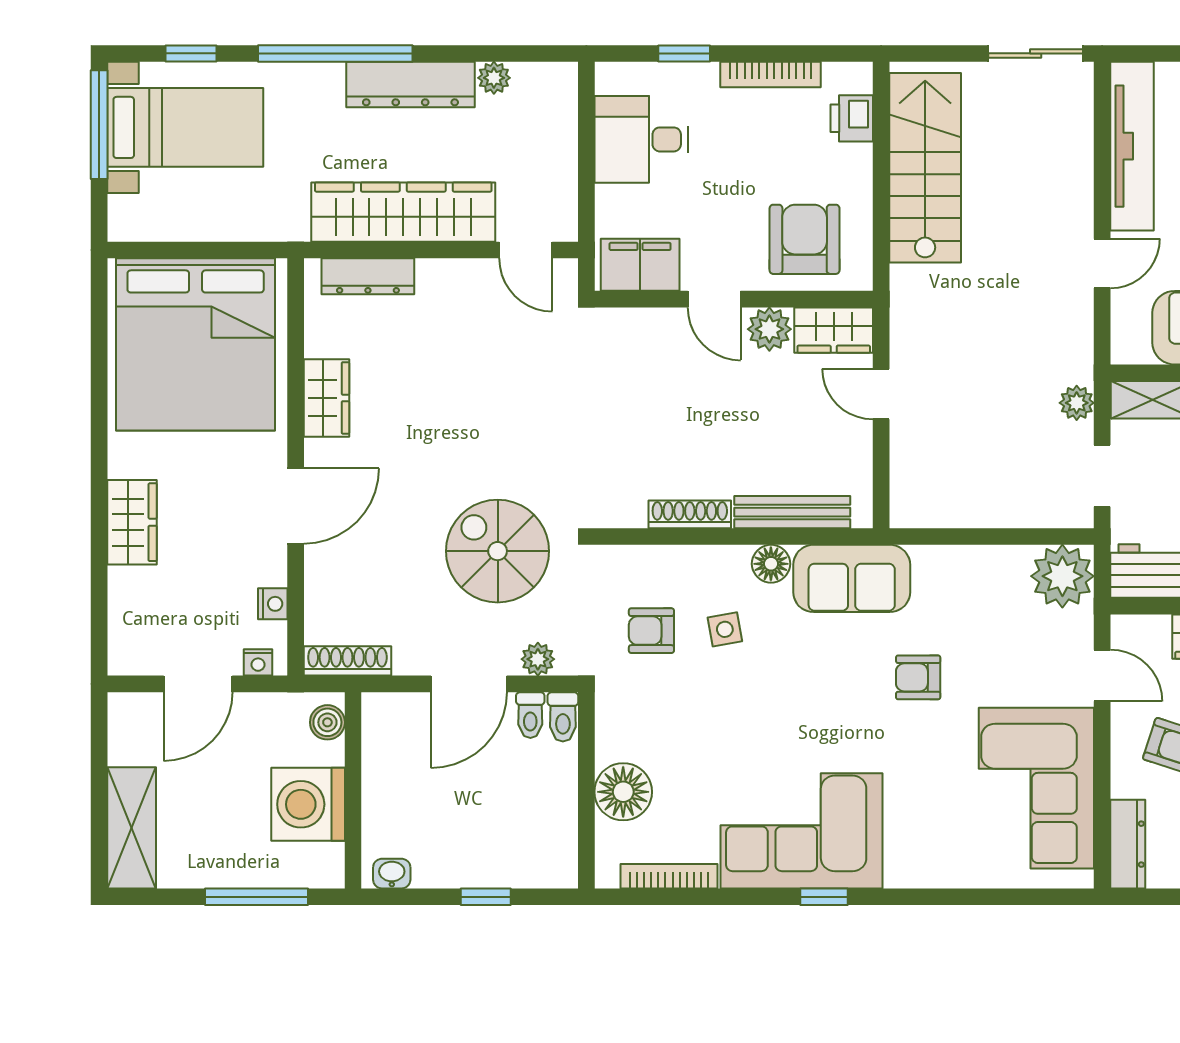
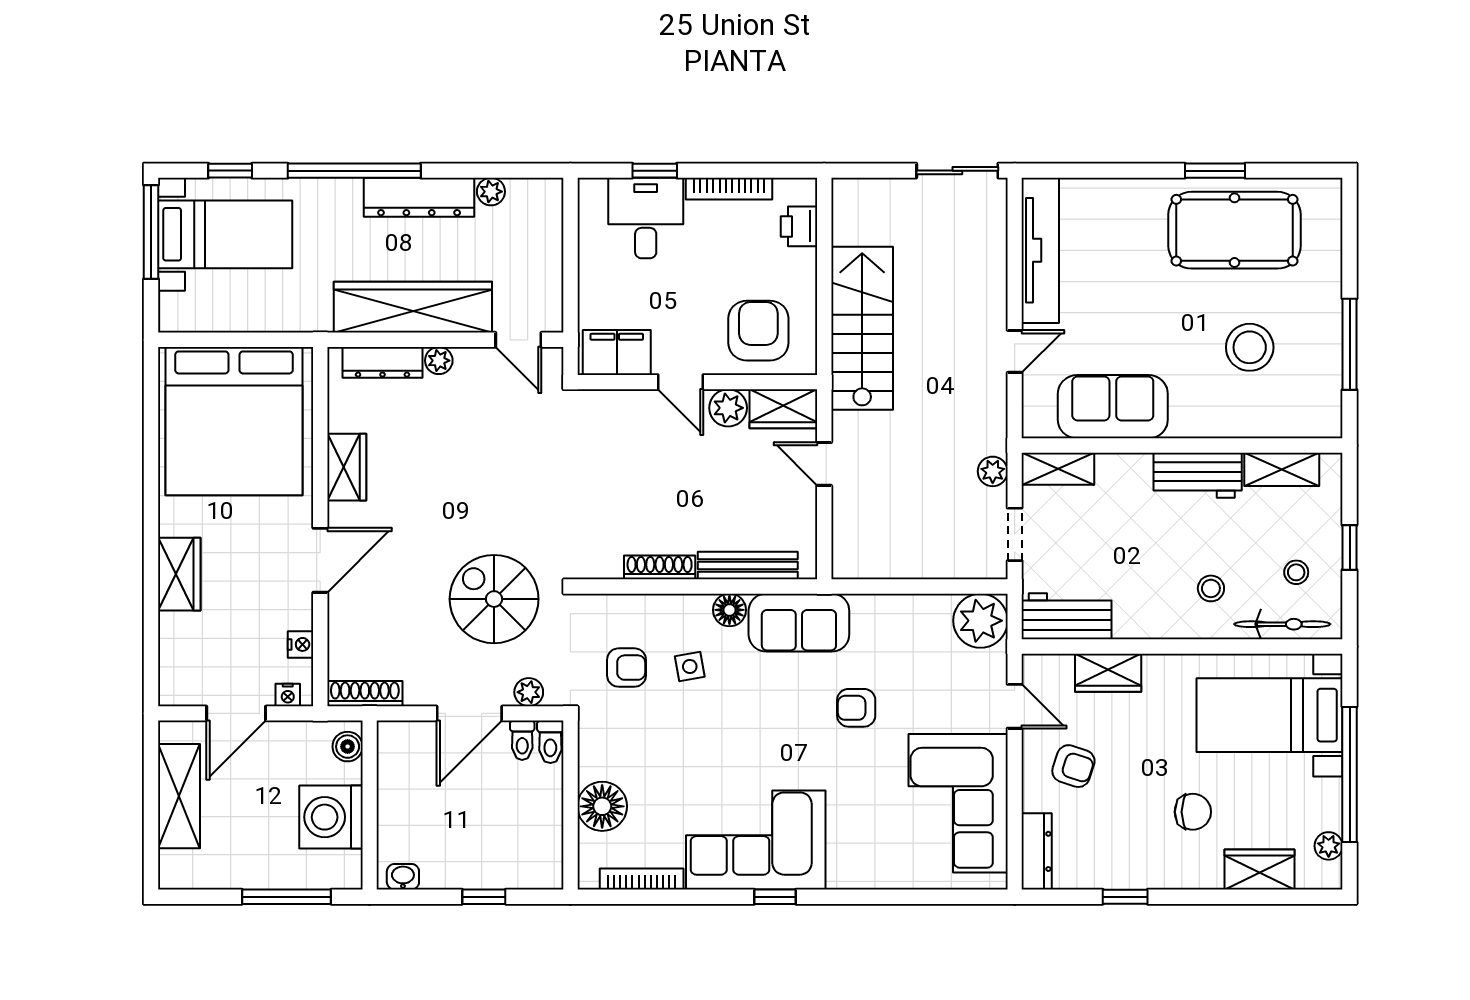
desk: (641, 139) -> (646, 218), moved, turned 90
stairs: (925, 168) -> (862, 328), moved
plant: (433, 274) -> (439, 361), added
armchair: (651, 631) -> (627, 668), turned 180
shelving: (132, 828) -> (179, 796), moved

